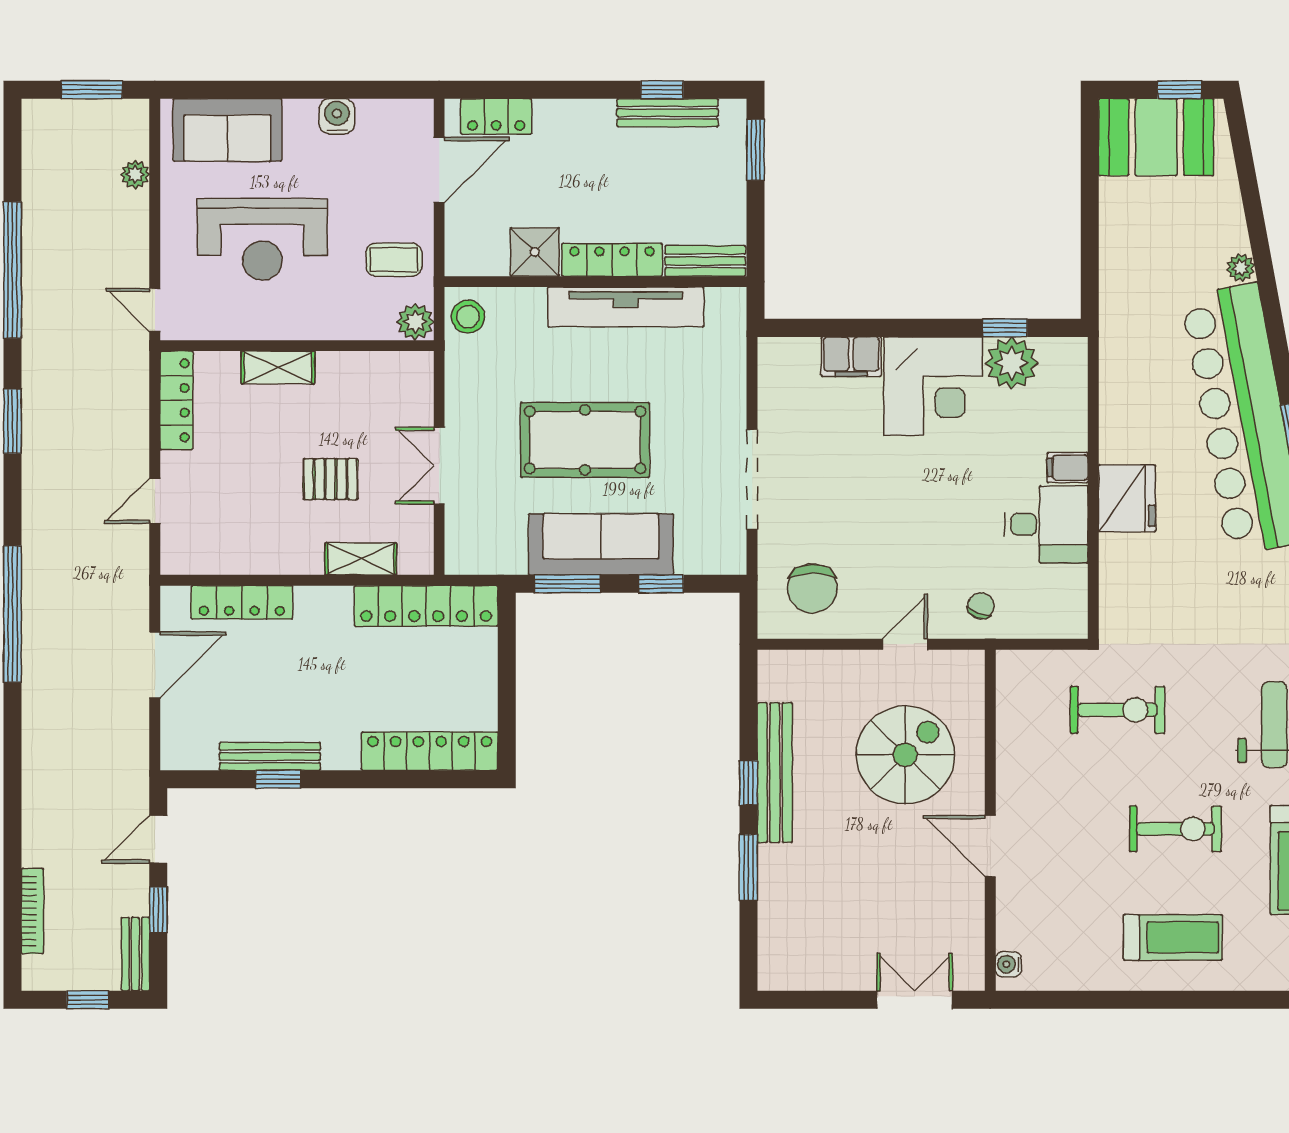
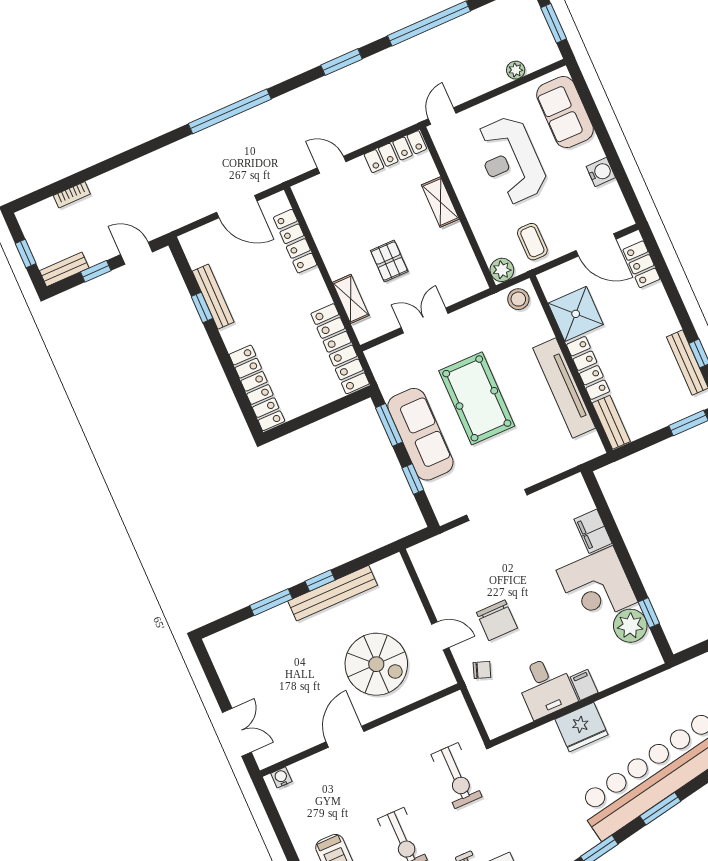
shower: (535, 252) -> (576, 314), width x1.36, depth x1.36
chair: (812, 588) -> (497, 620), moved, turned -90
bookcase: (32, 911) -> (72, 195), width x0.64

